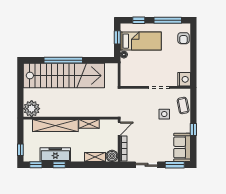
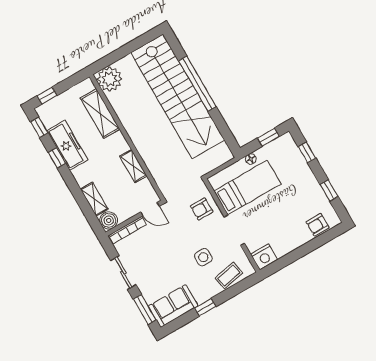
window: (168, 20) -> (329, 191), width x0.46
bed: (141, 41) -> (247, 187), moved, turned -90
armchair: (136, 99) -> (202, 209), added
shelving: (55, 125) -> (100, 114), width x0.68

